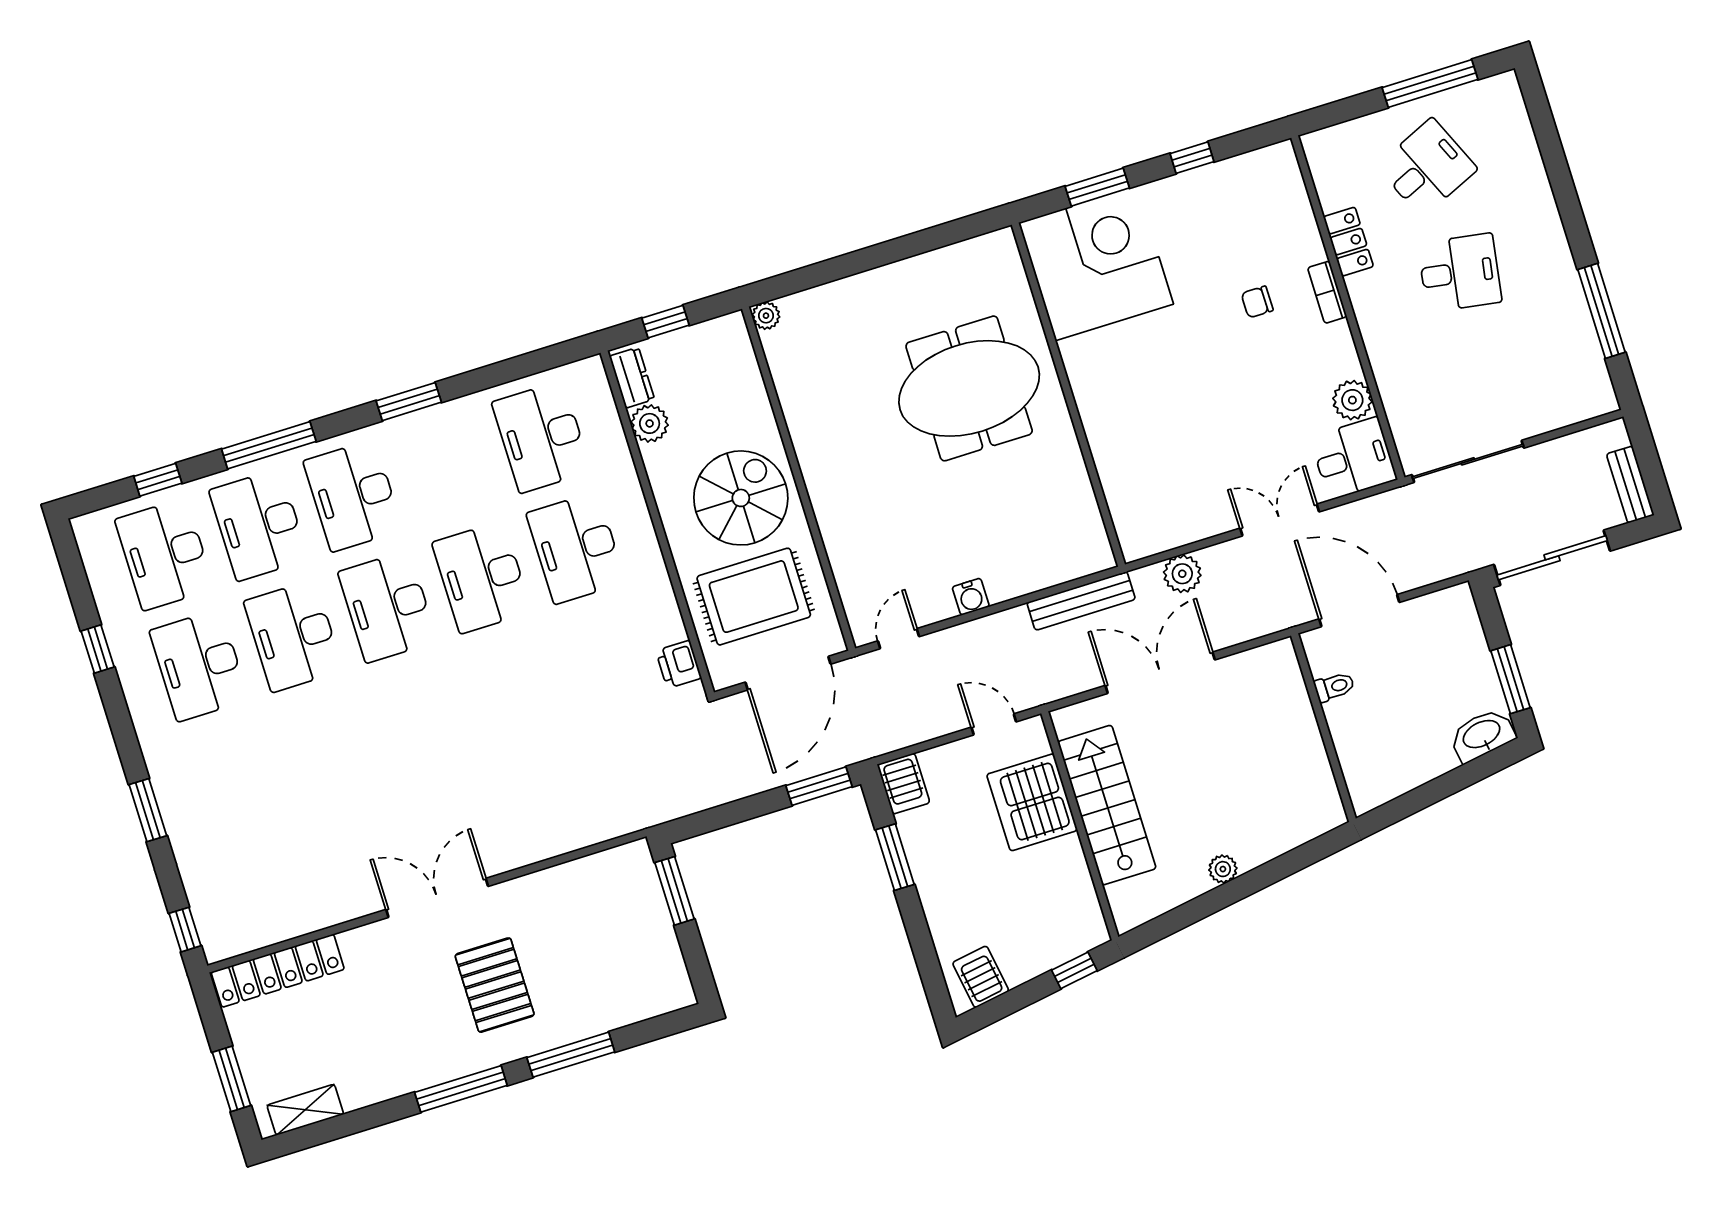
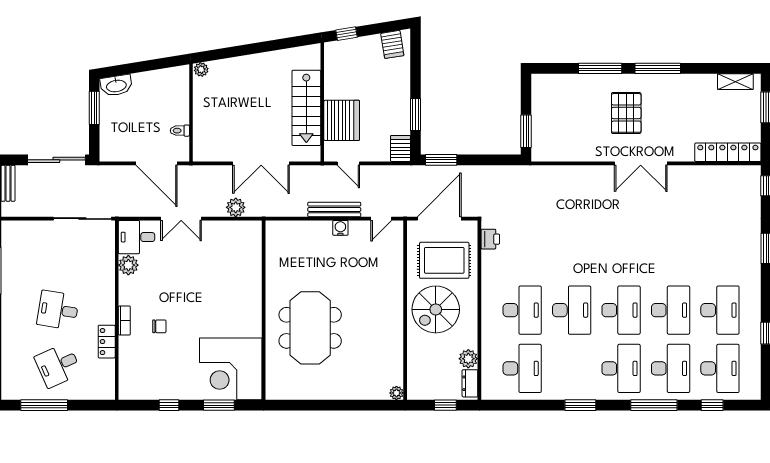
meeting table: (969, 388) -> (310, 328), turned 90
bench: (1081, 601) -> (334, 209), moved
plant: (1223, 869) -> (201, 70), moved

